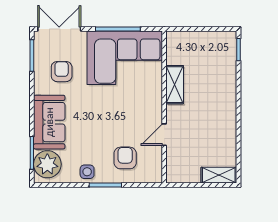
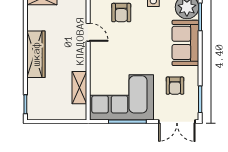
shelving: (175, 85) -> (79, 88), moved
wardrobe: (226, 109) -> (36, 54), added
door: (164, 135) -> (88, 32), hinge flipped

